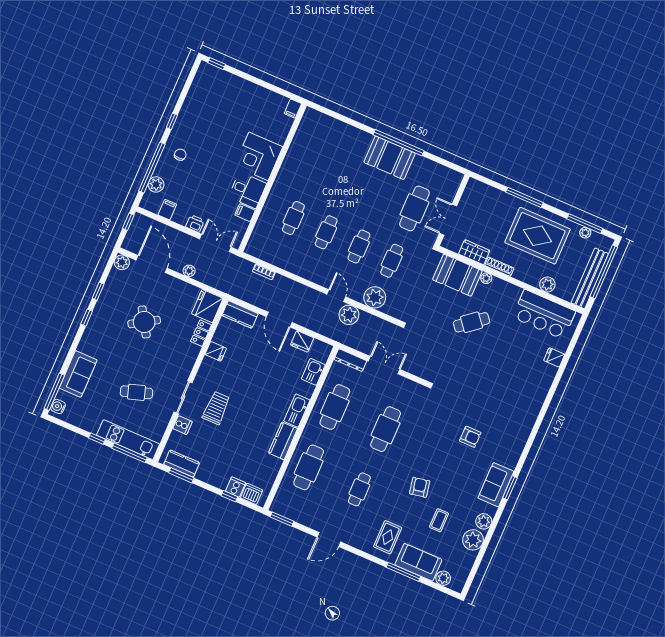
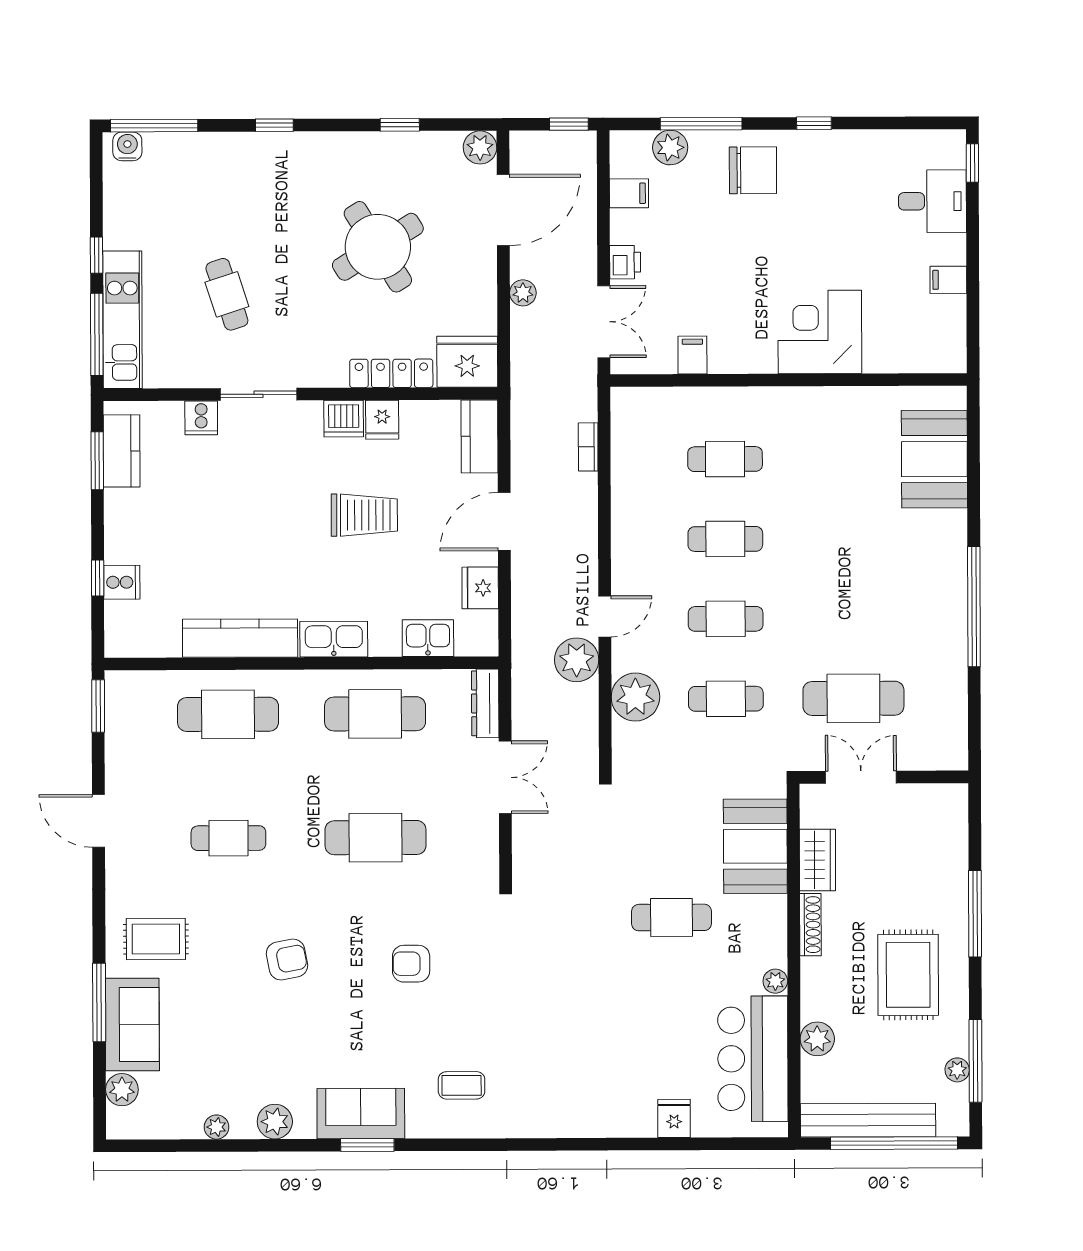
filing cabinet: (293, 109) -> (948, 280), moved
chair: (180, 155) -> (753, 170), width x1.87, depth x1.87
booth: (390, 158) -> (934, 459), moved
window: (152, 168) -> (701, 124), width x0.68
desk: (247, 190) -> (932, 201), moved, turned -90
rug: (537, 236) -> (908, 975), width x0.73, depth x0.69
plant: (486, 278) -> (775, 981), moved
window: (87, 318) -> (274, 125), moved
round table: (144, 322) -> (378, 247), width x1.36, depth x1.36
cafe table: (471, 322) -> (672, 917), turned -51
locker: (201, 333) -> (391, 373), width x1.53
sofa: (78, 374) -> (212, 158), removed
trolley: (216, 408) -> (364, 515), moved
armchair: (470, 437) -> (411, 964), moved, turned 90
kitchen counter: (283, 441) -> (240, 638), width x1.50
dishwasher: (252, 494) -> (344, 419), moved, turned 90
coffee table: (439, 520) -> (462, 1085), moved
plant: (473, 540) -> (217, 1127), width x0.53, depth x0.53

